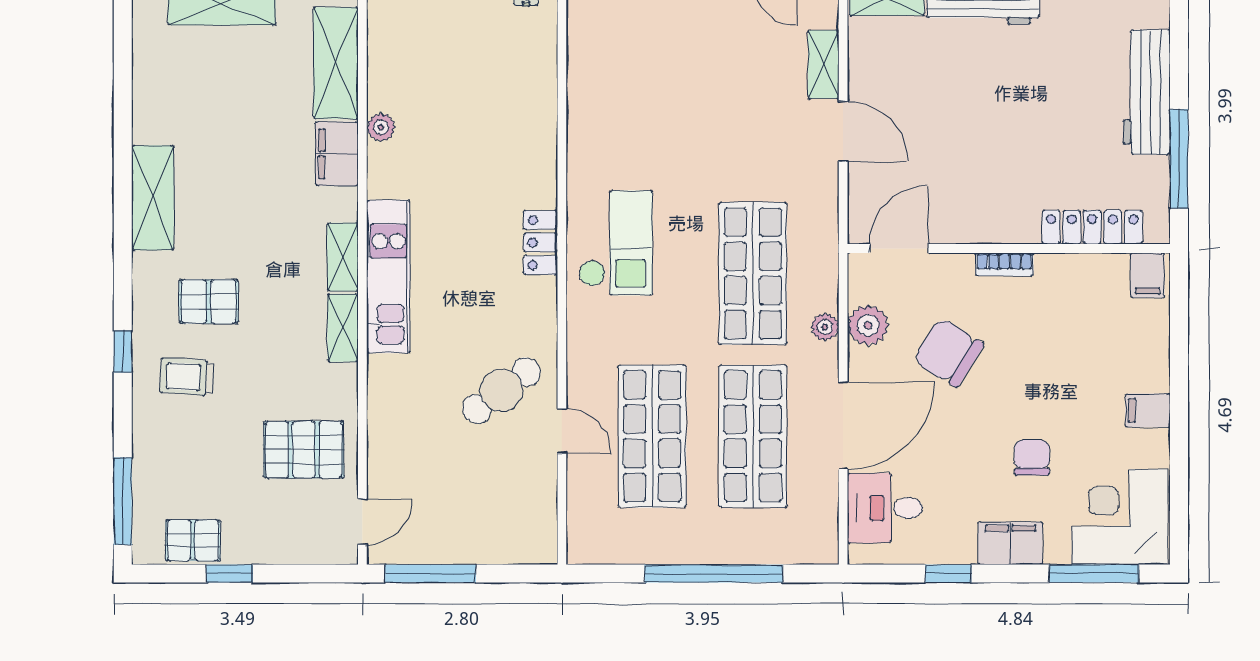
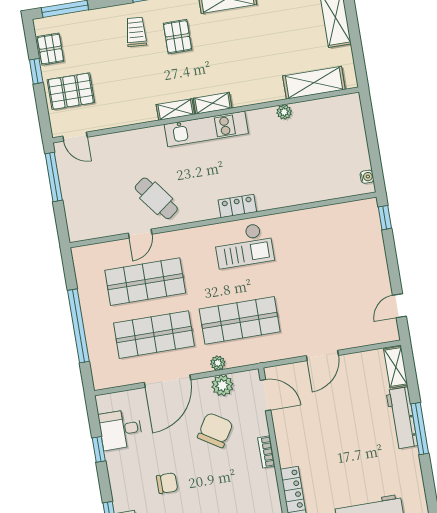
shelving: (824, 64) -> (356, 339), removed
filing cabinet: (337, 154) -> (266, 91), removed
door: (843, 425) -> (168, 381), hinge flipped
pallet: (304, 450) -> (71, 91), moved, turned 90
desk: (885, 508) -> (121, 429), moved, turned -90
filing cabinet: (1010, 543) -> (120, 479), removed

